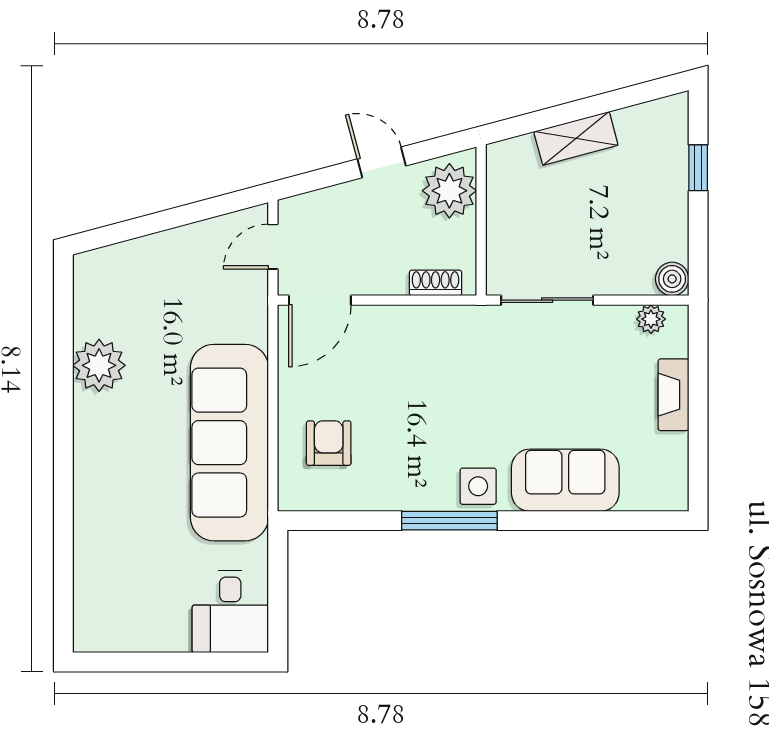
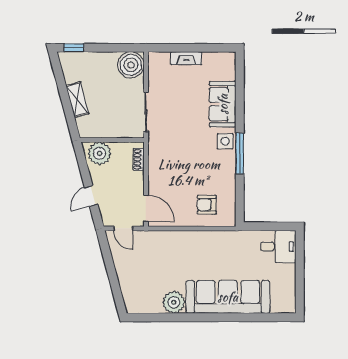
door: (382, 162) -> (91, 196), moved
window: (698, 168) -> (74, 48), moved
boiler: (672, 279) -> (131, 65), width x1.86, depth x1.86
plant: (651, 319) -> (154, 68), removed
sofa: (229, 443) -> (228, 297), moved, turned 180

